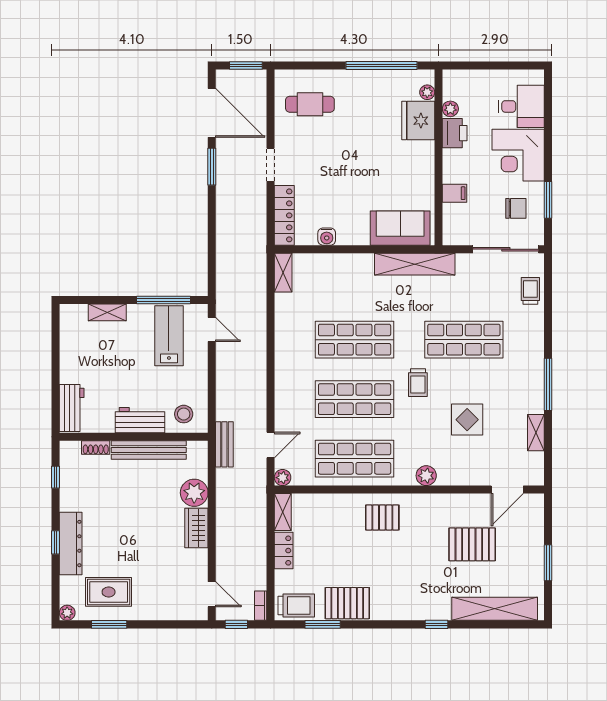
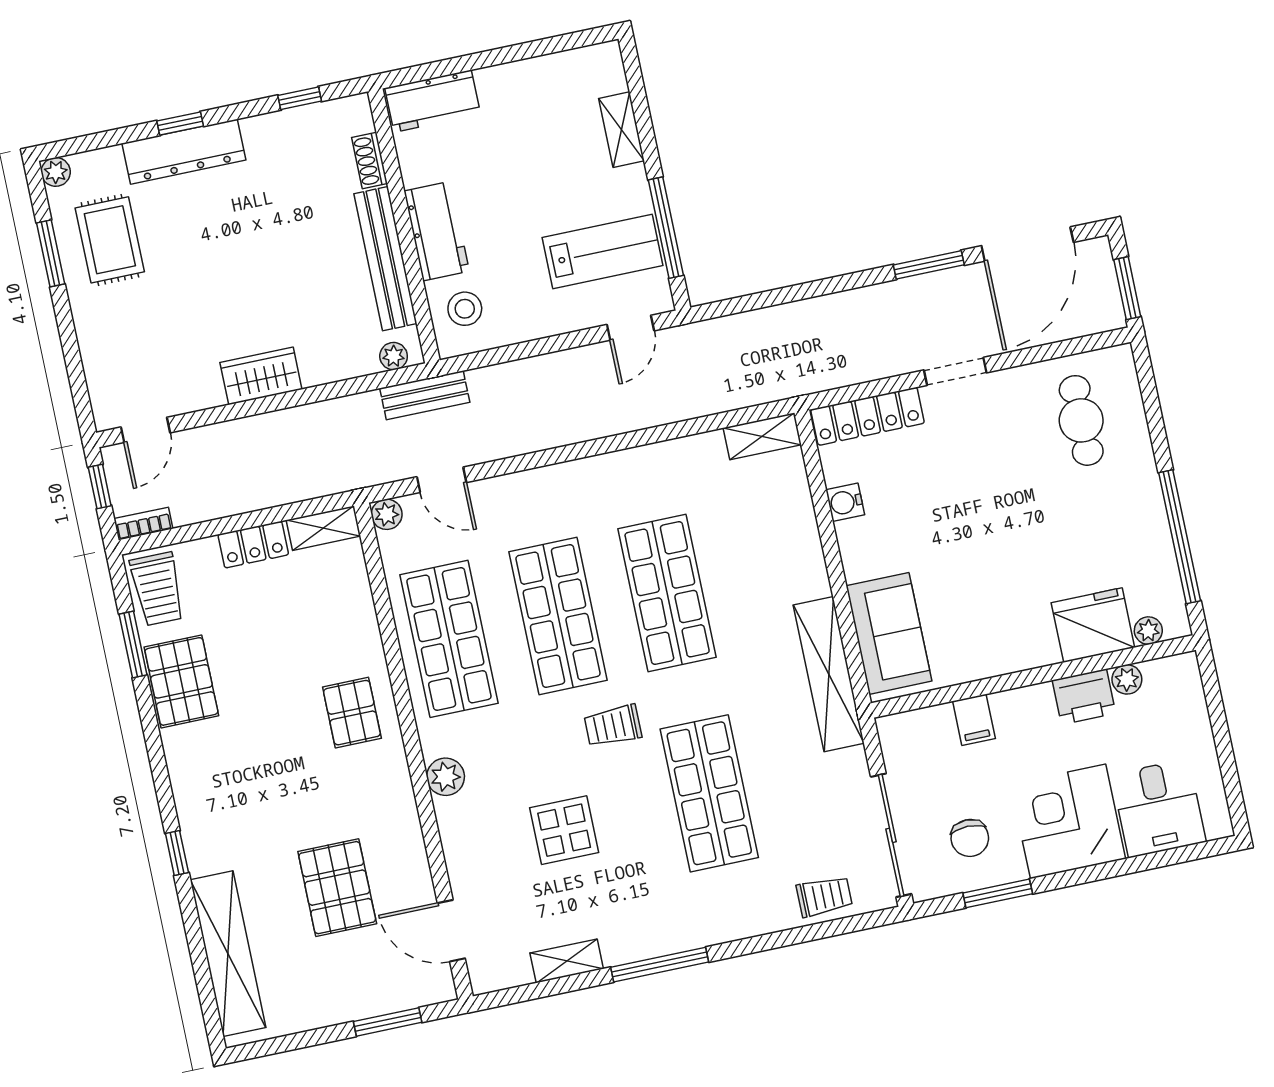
plant: (194, 493) -> (394, 356), moved, width x0.53, depth x0.53
window: (548, 563) -> (388, 1022), moved

